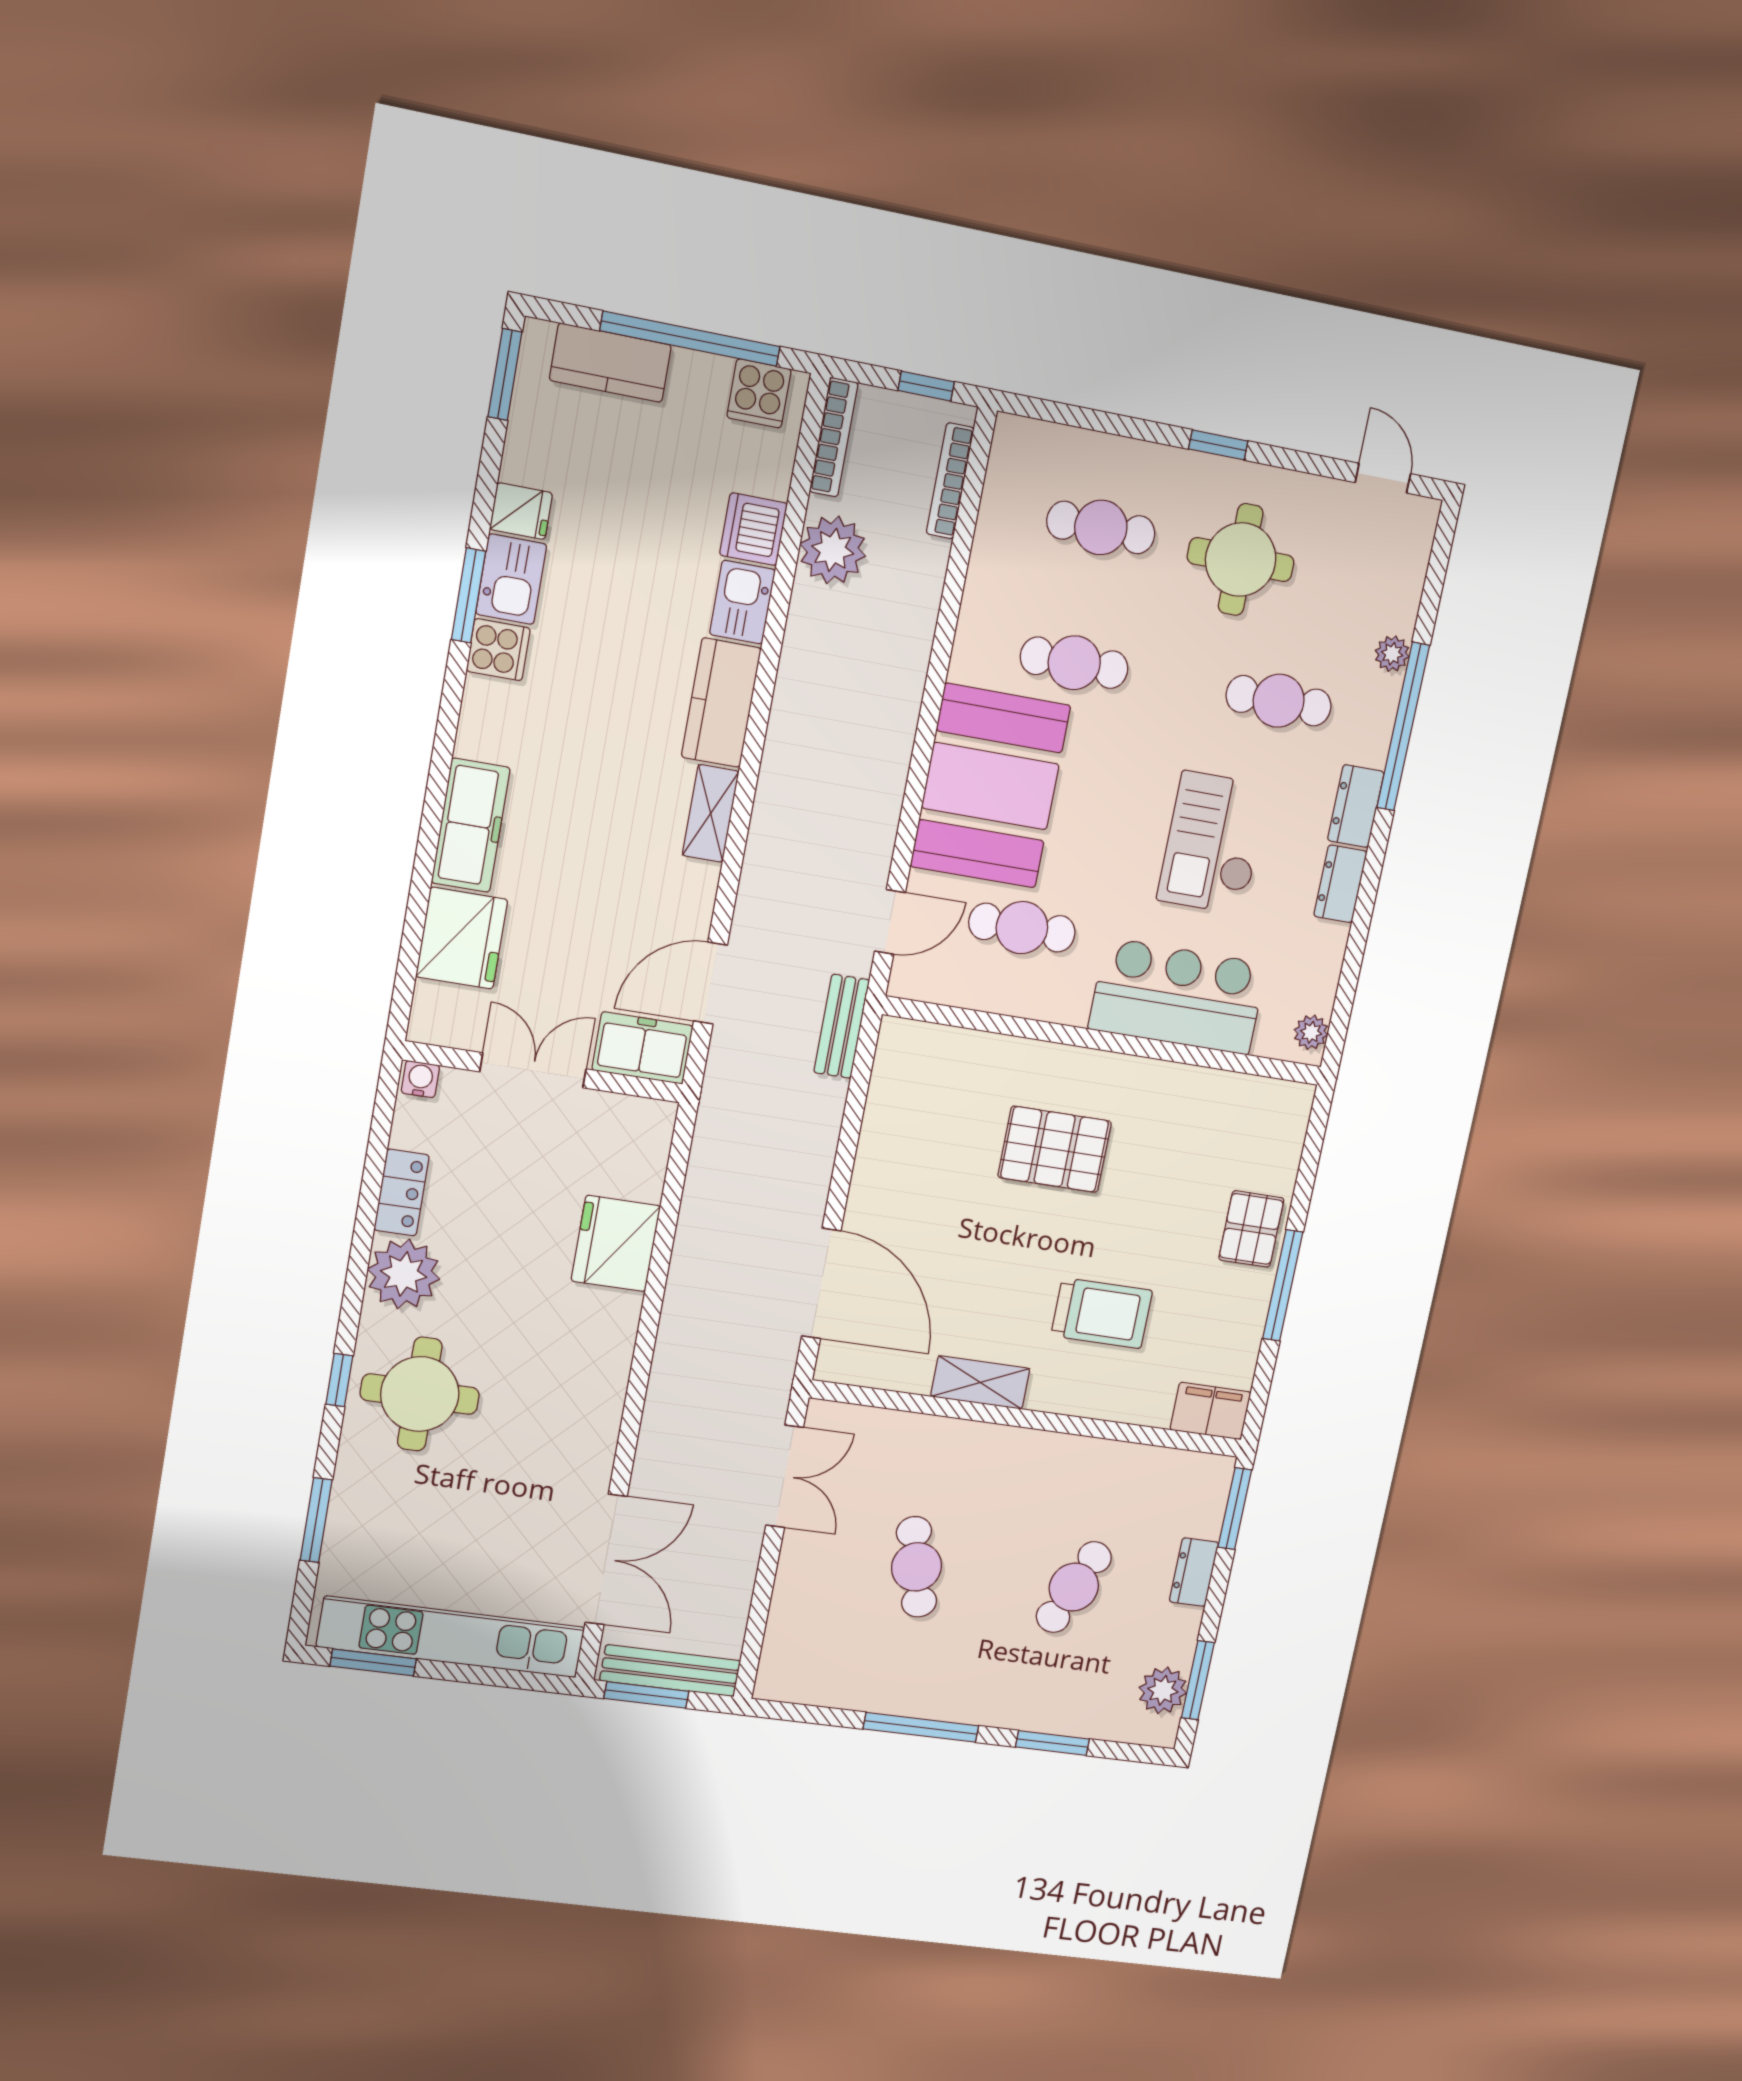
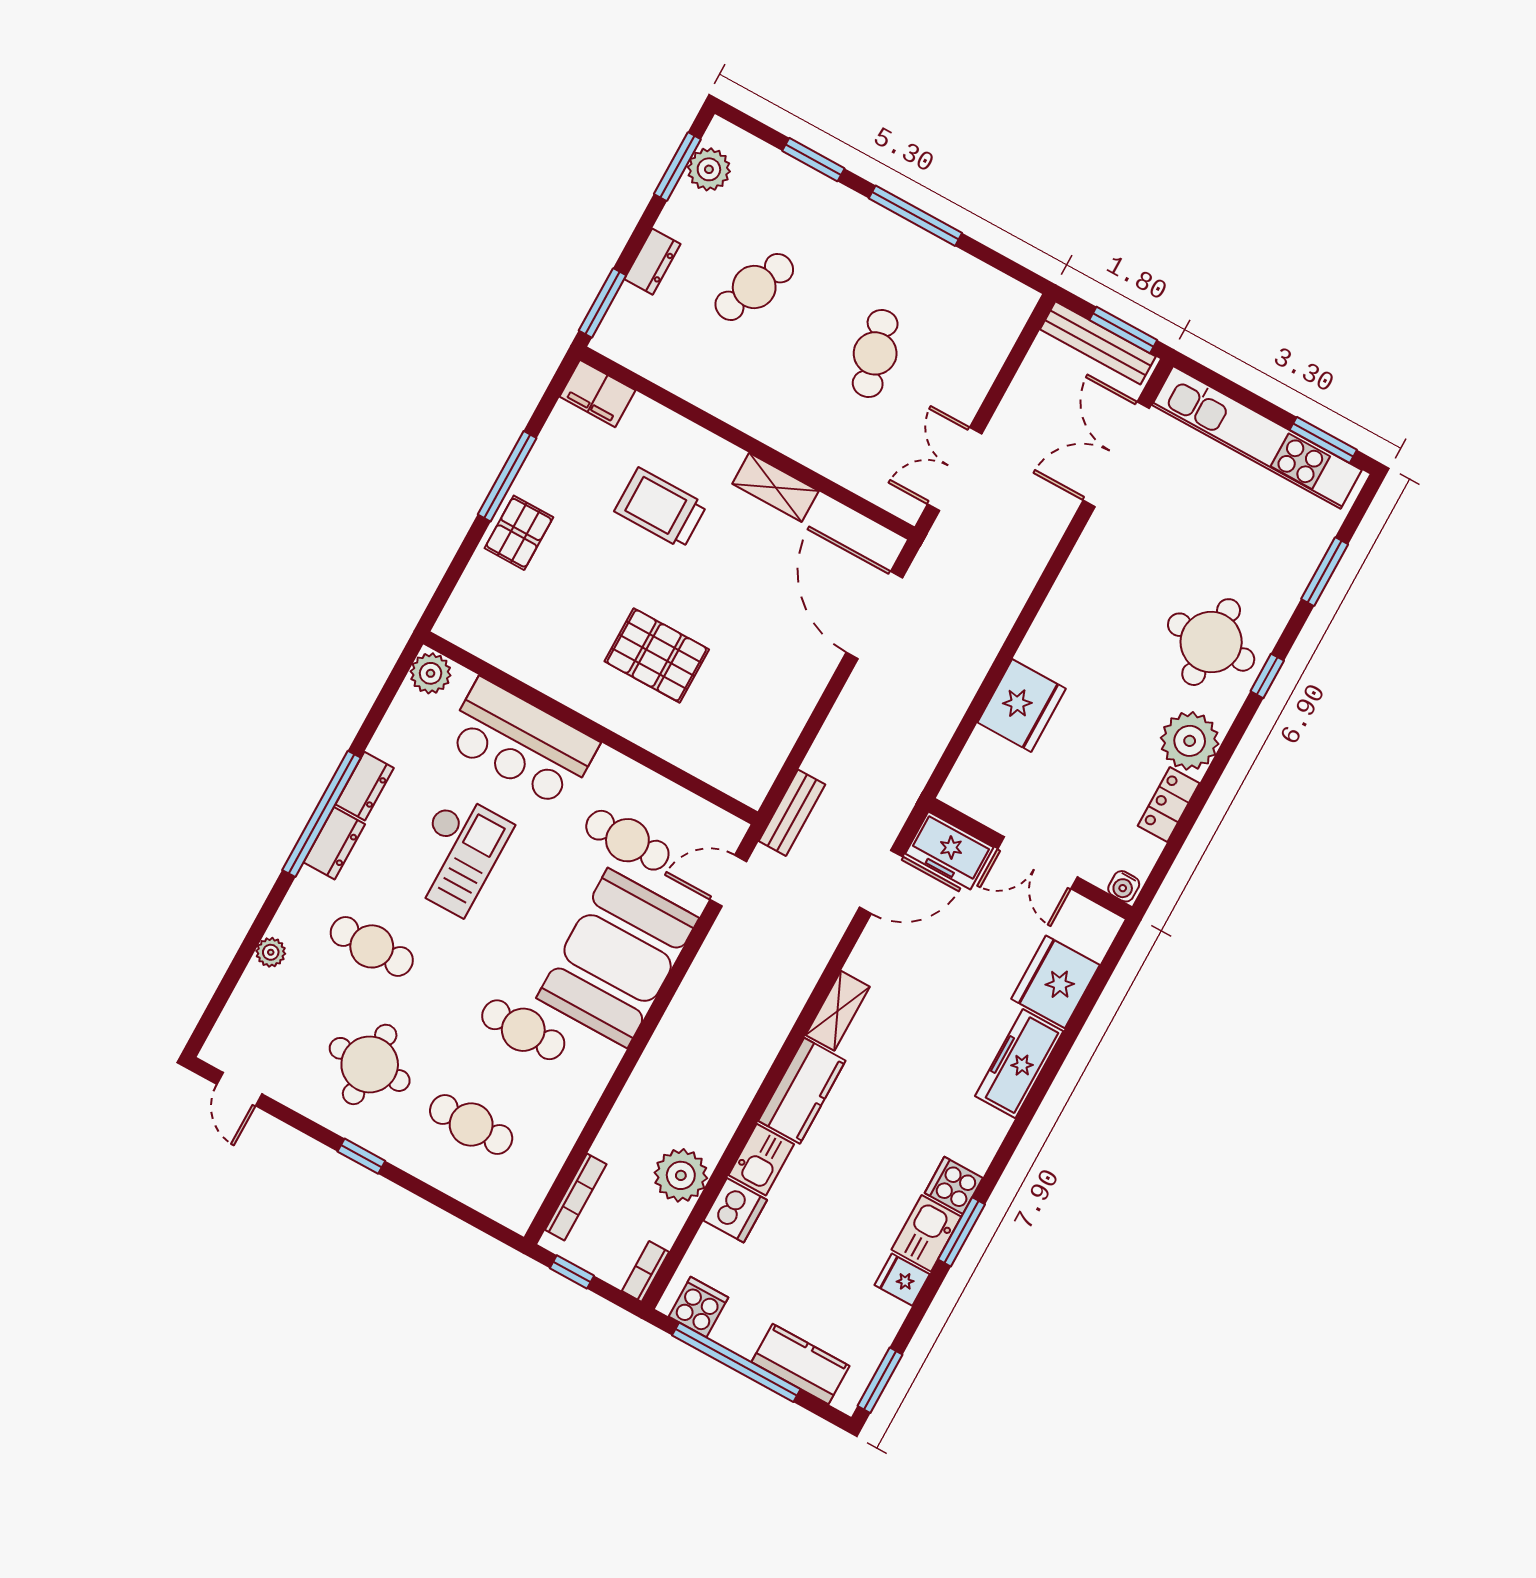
bookcase: (834, 437) -> (645, 1271), width x0.64
window: (1403, 727) -> (322, 814), moved
plant: (1311, 1032) -> (431, 673), width x1.38, depth x1.38

